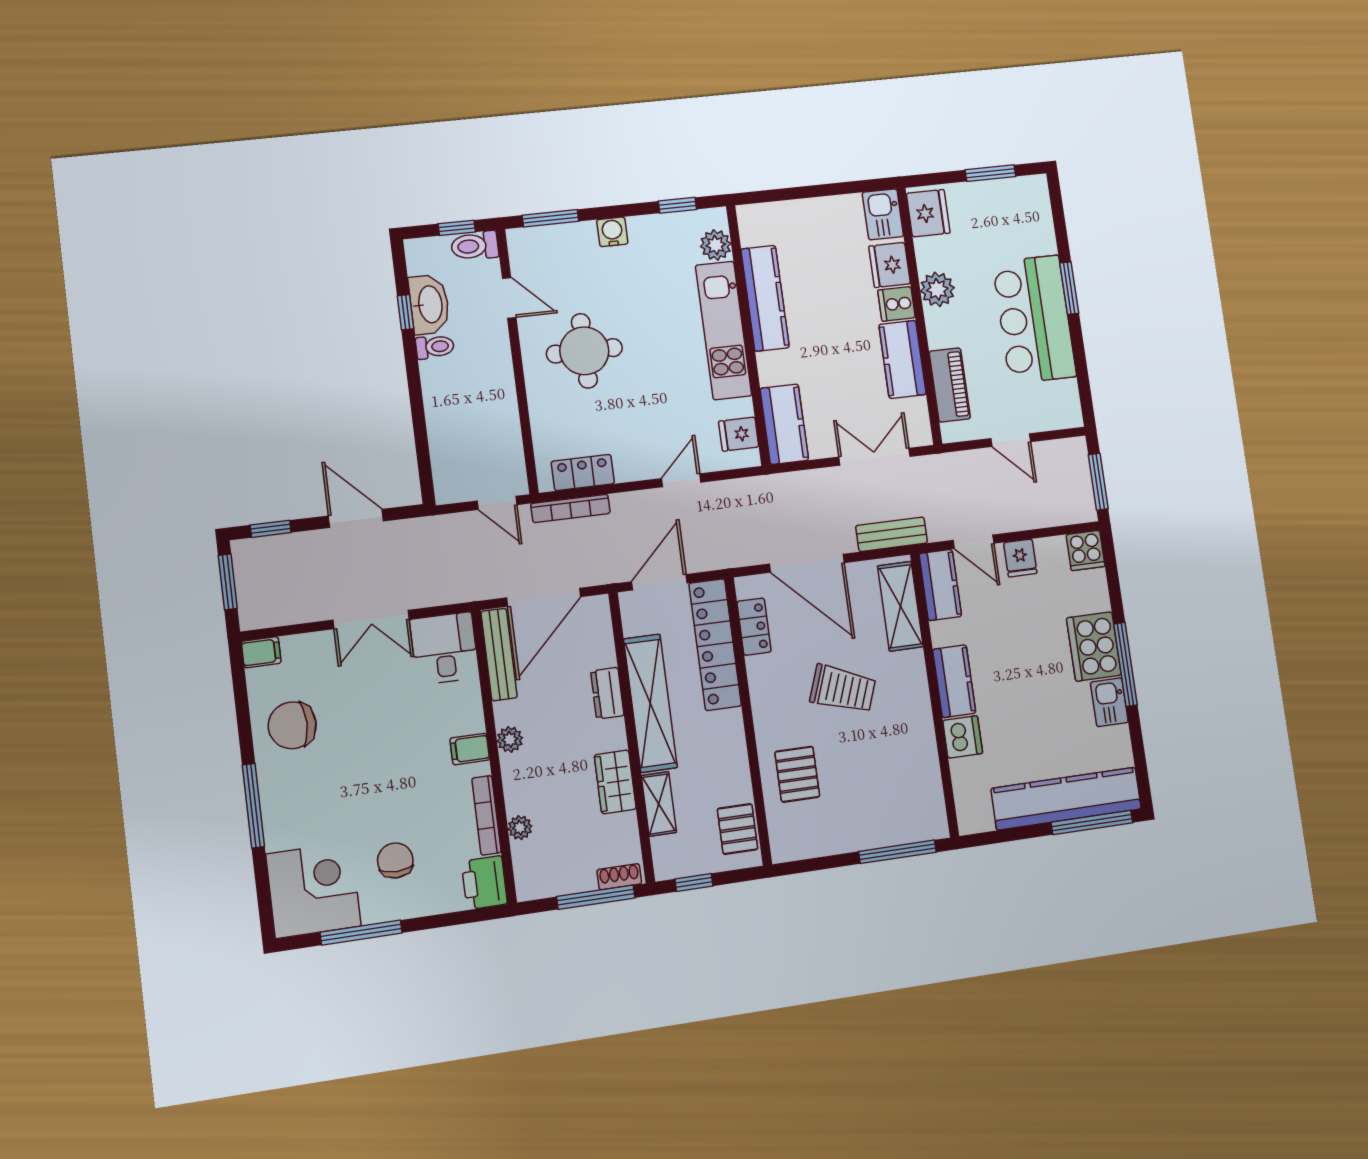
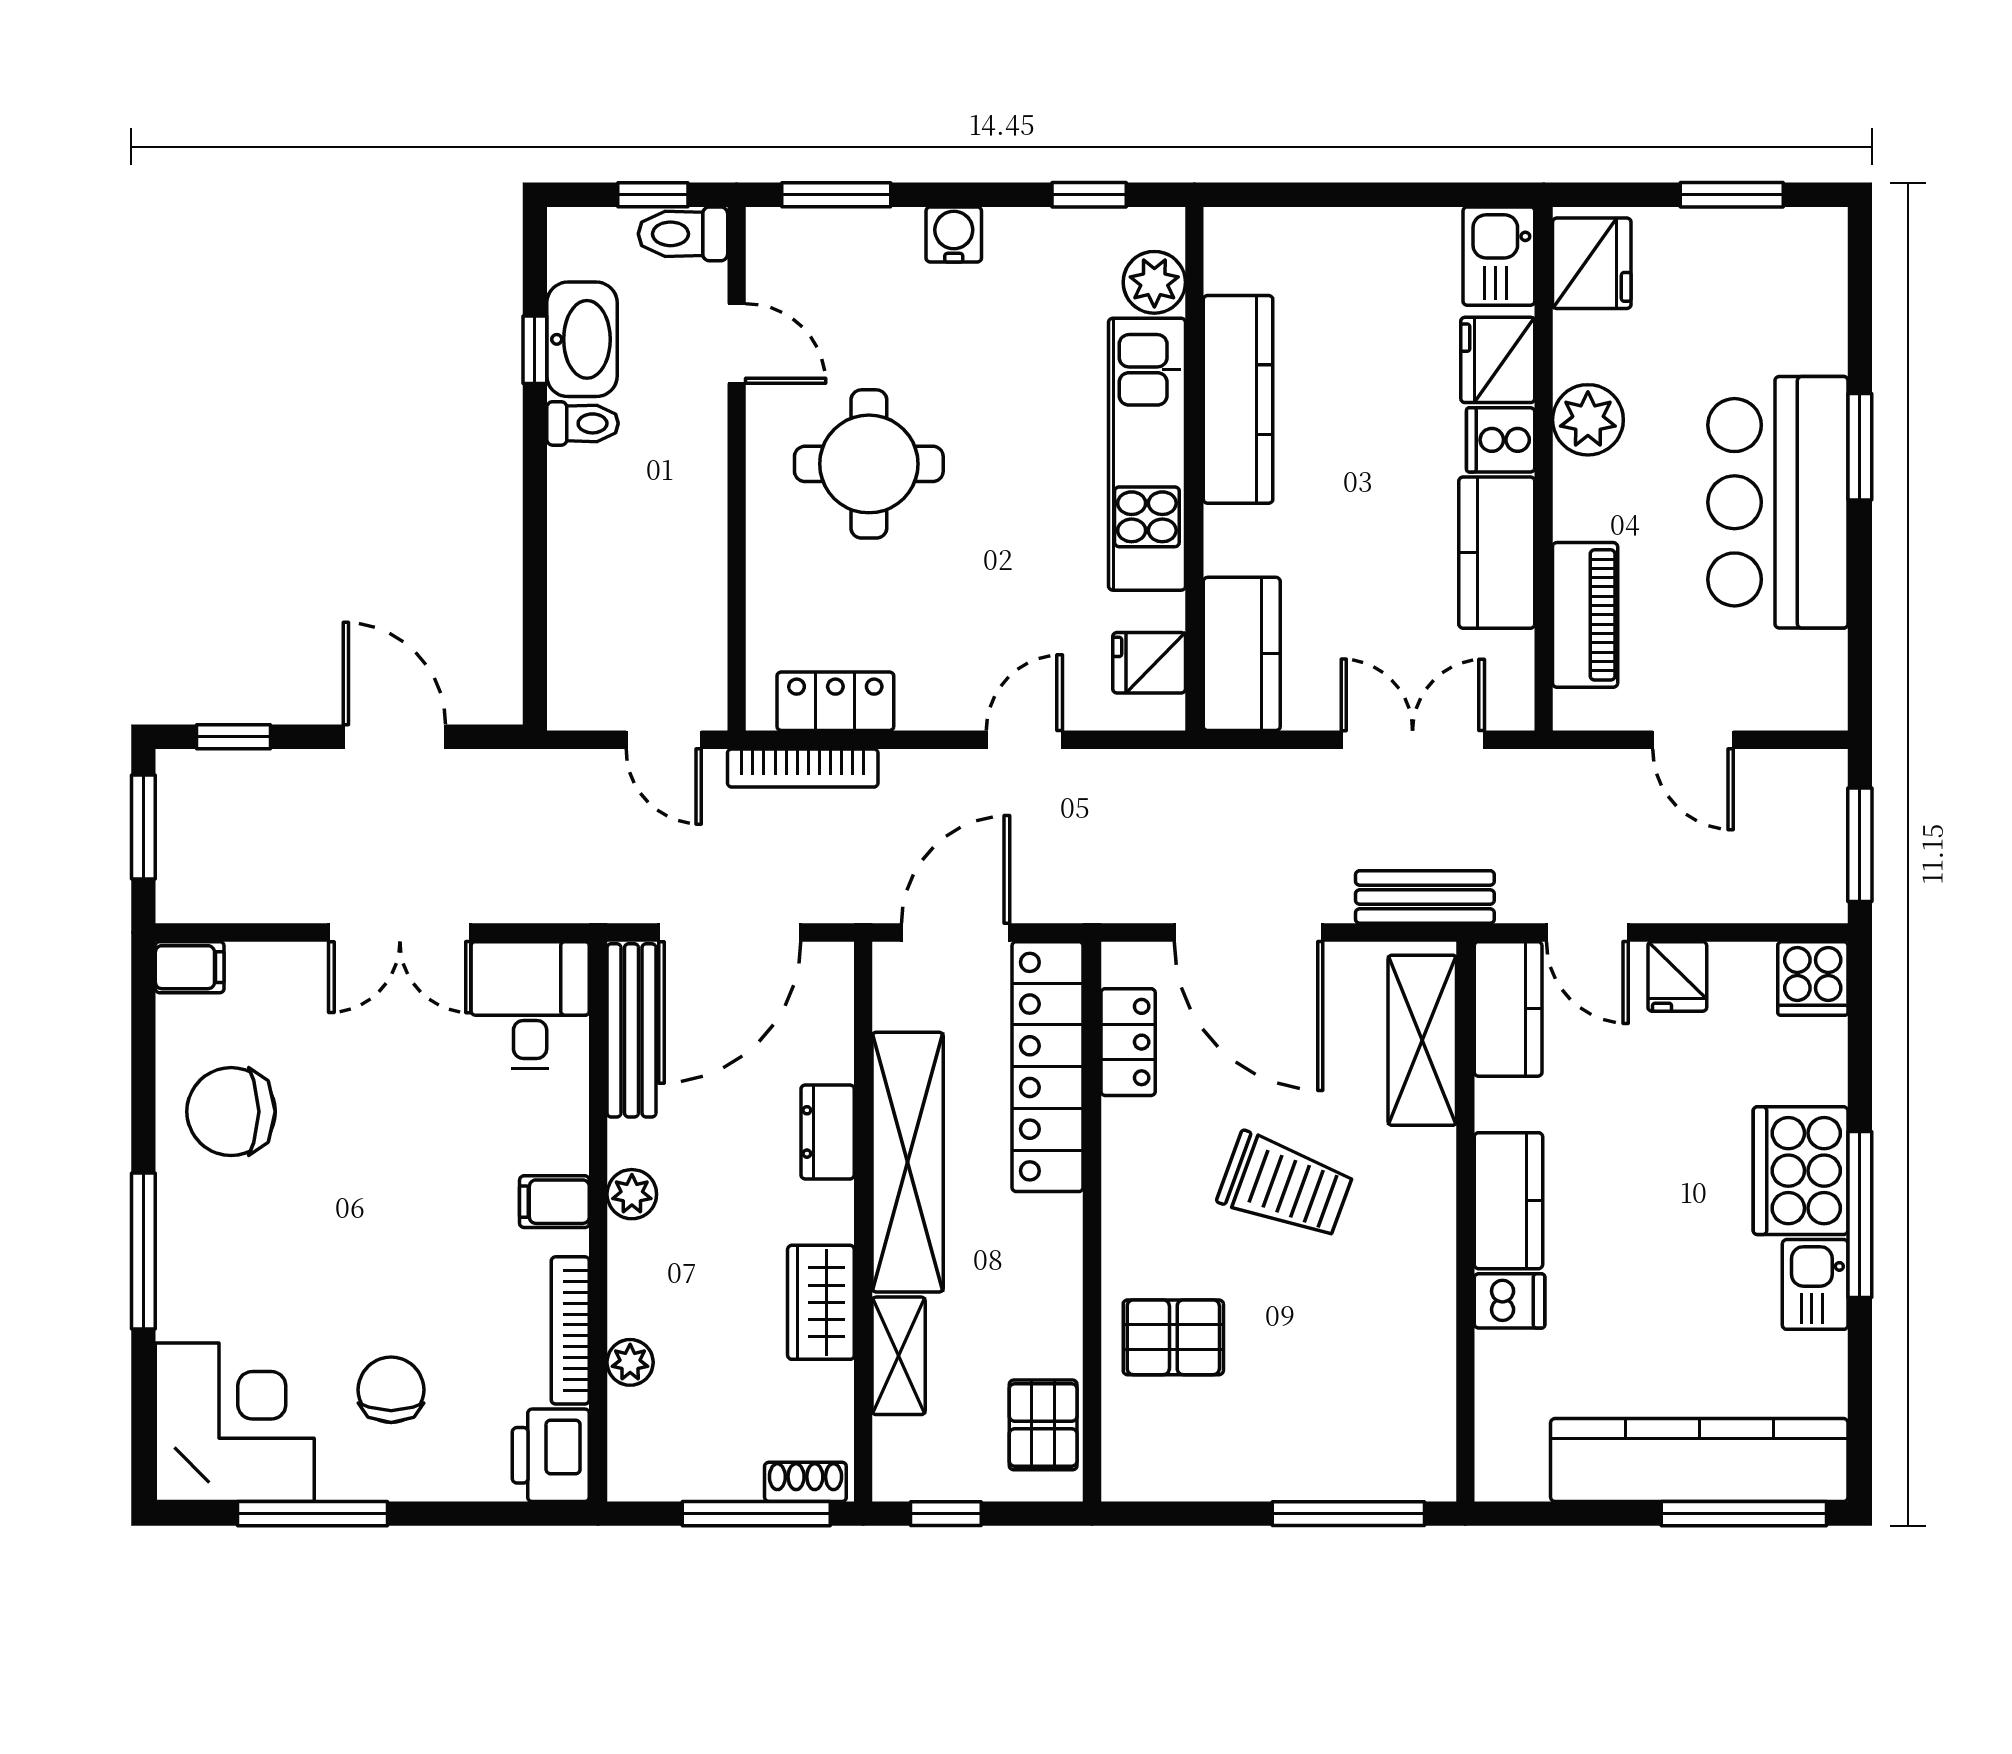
dishwasher: (963, 737) -> (1510, 1301), width x0.73
pallet: (797, 774) -> (1173, 1337), turned 90

